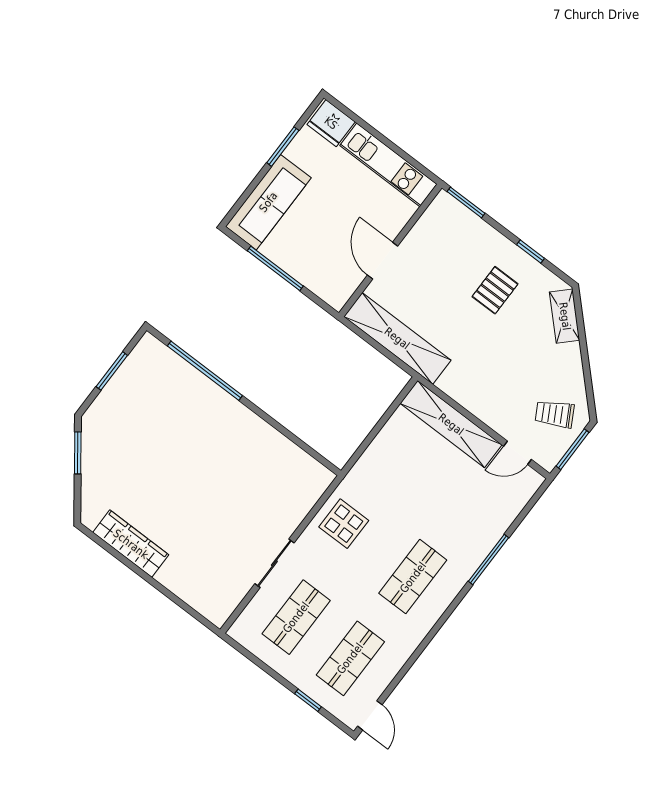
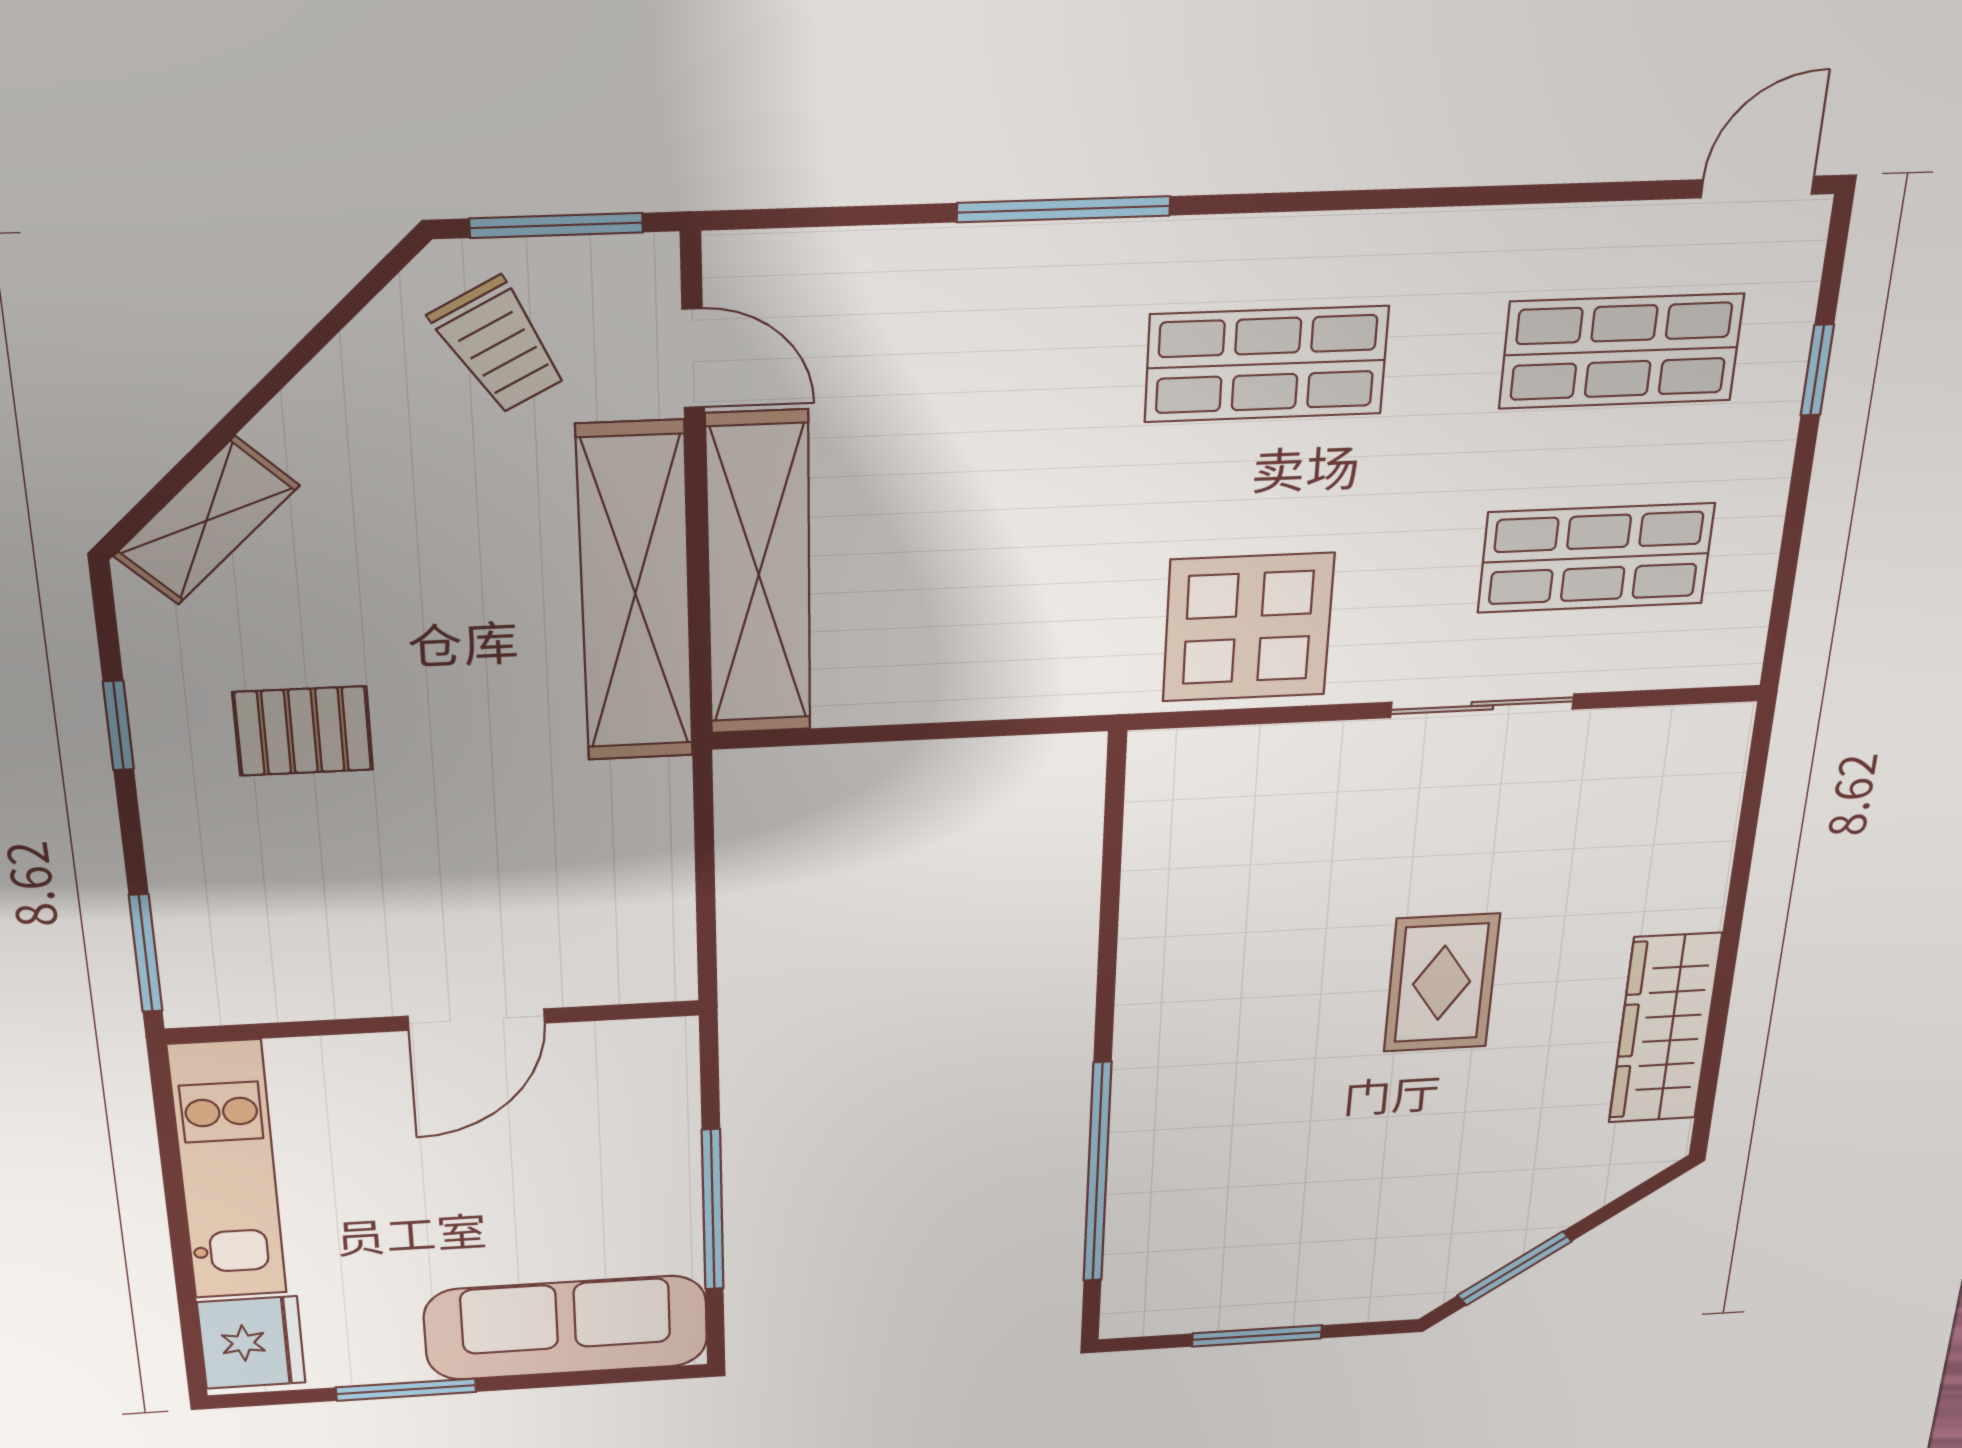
shelving: (397, 338) -> (635, 594), moved
rug: (195, 498) -> (1442, 983), added
display table: (344, 524) -> (1248, 627), width x1.36, depth x1.36

